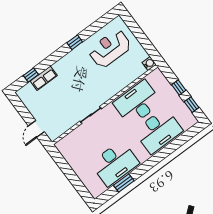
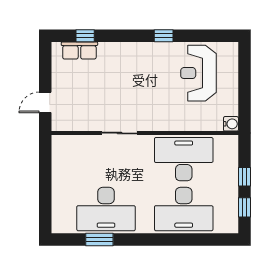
reception desk: (110, 49) -> (198, 73), turned -90
row of seats: (44, 78) -> (79, 51), moved

